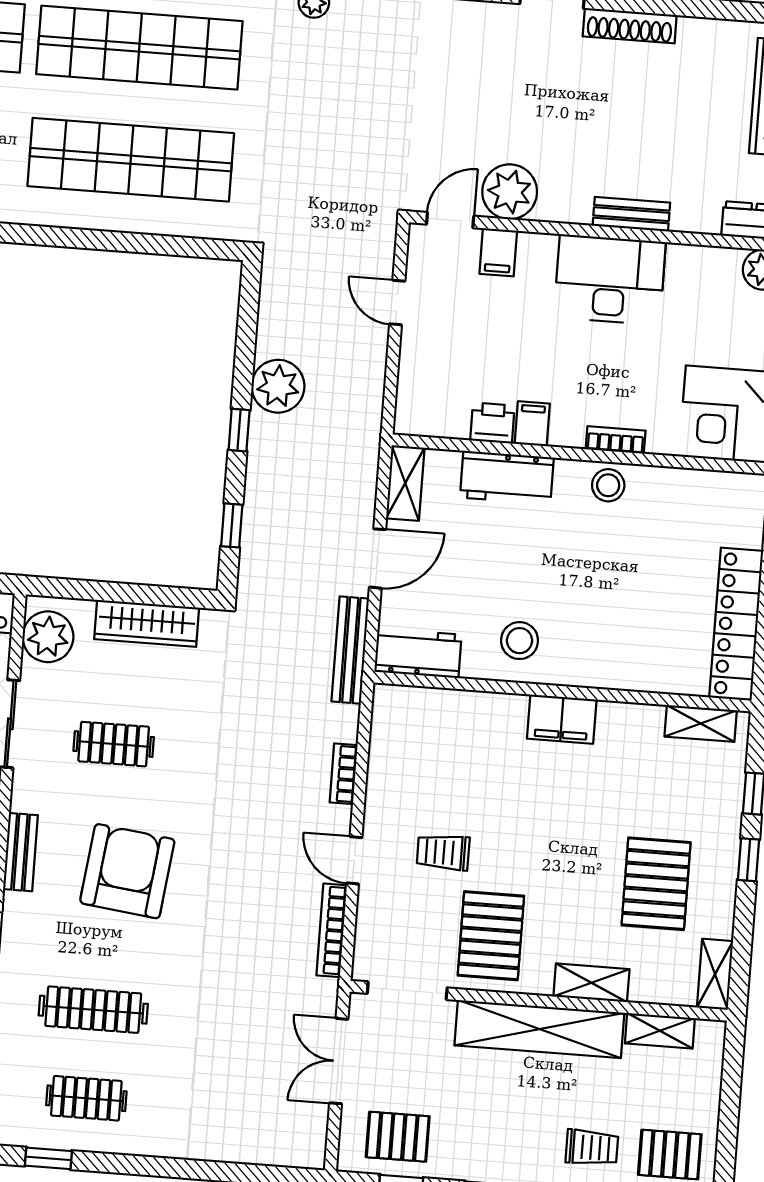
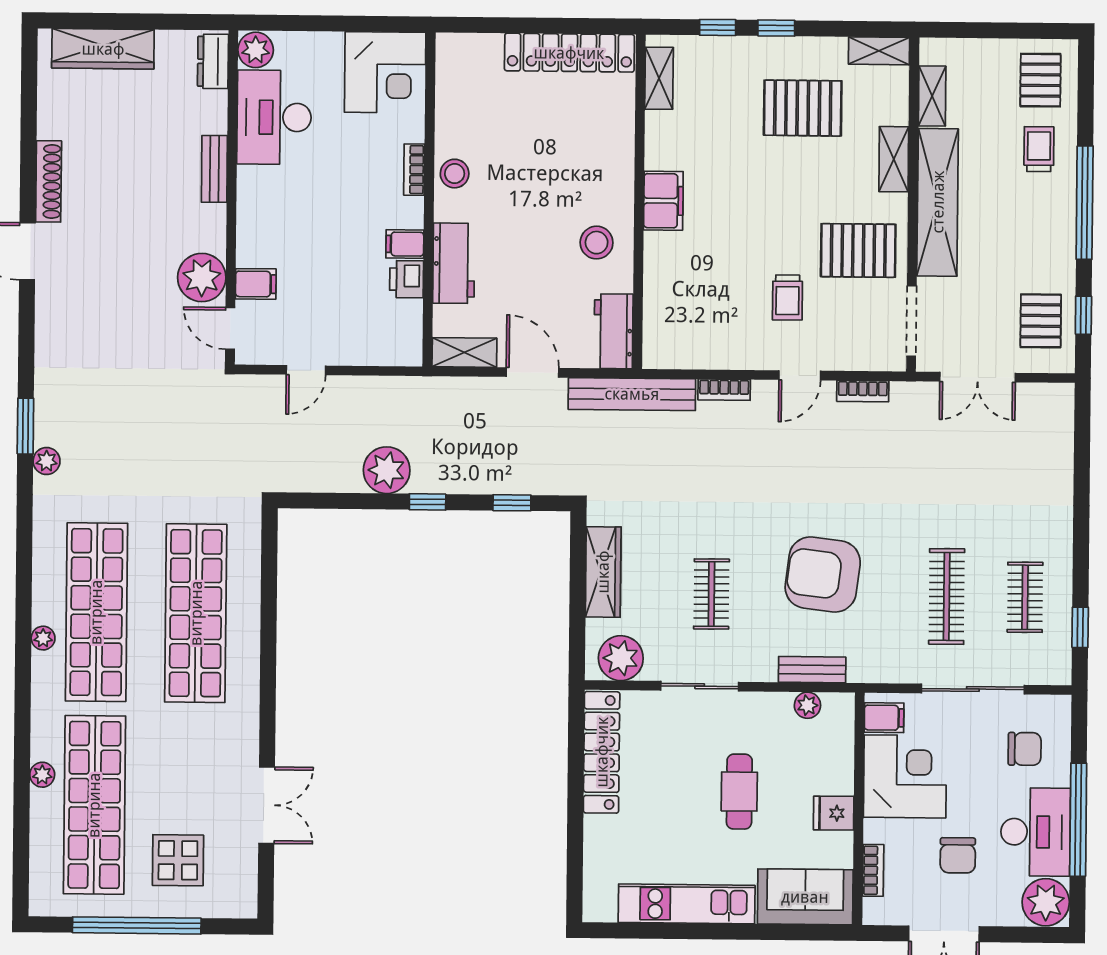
desk: (610, 280) -> (274, 117), moved
bench: (350, 650) -> (632, 394), width x1.37, depth x1.21
bookcase: (332, 930) -> (863, 391), width x0.64

